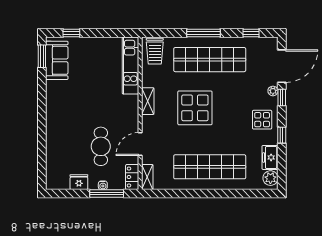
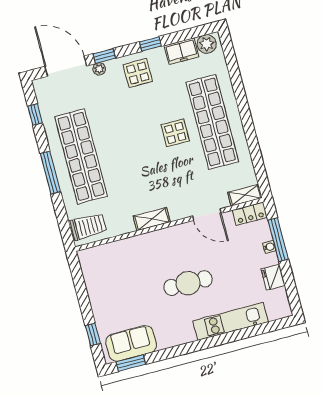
kitchen unit: (130, 65) -> (230, 321), moved, turned 180
display table: (195, 108) -> (175, 133), moved, width x0.54, depth x0.54
cafe table: (101, 146) -> (188, 283), moved

